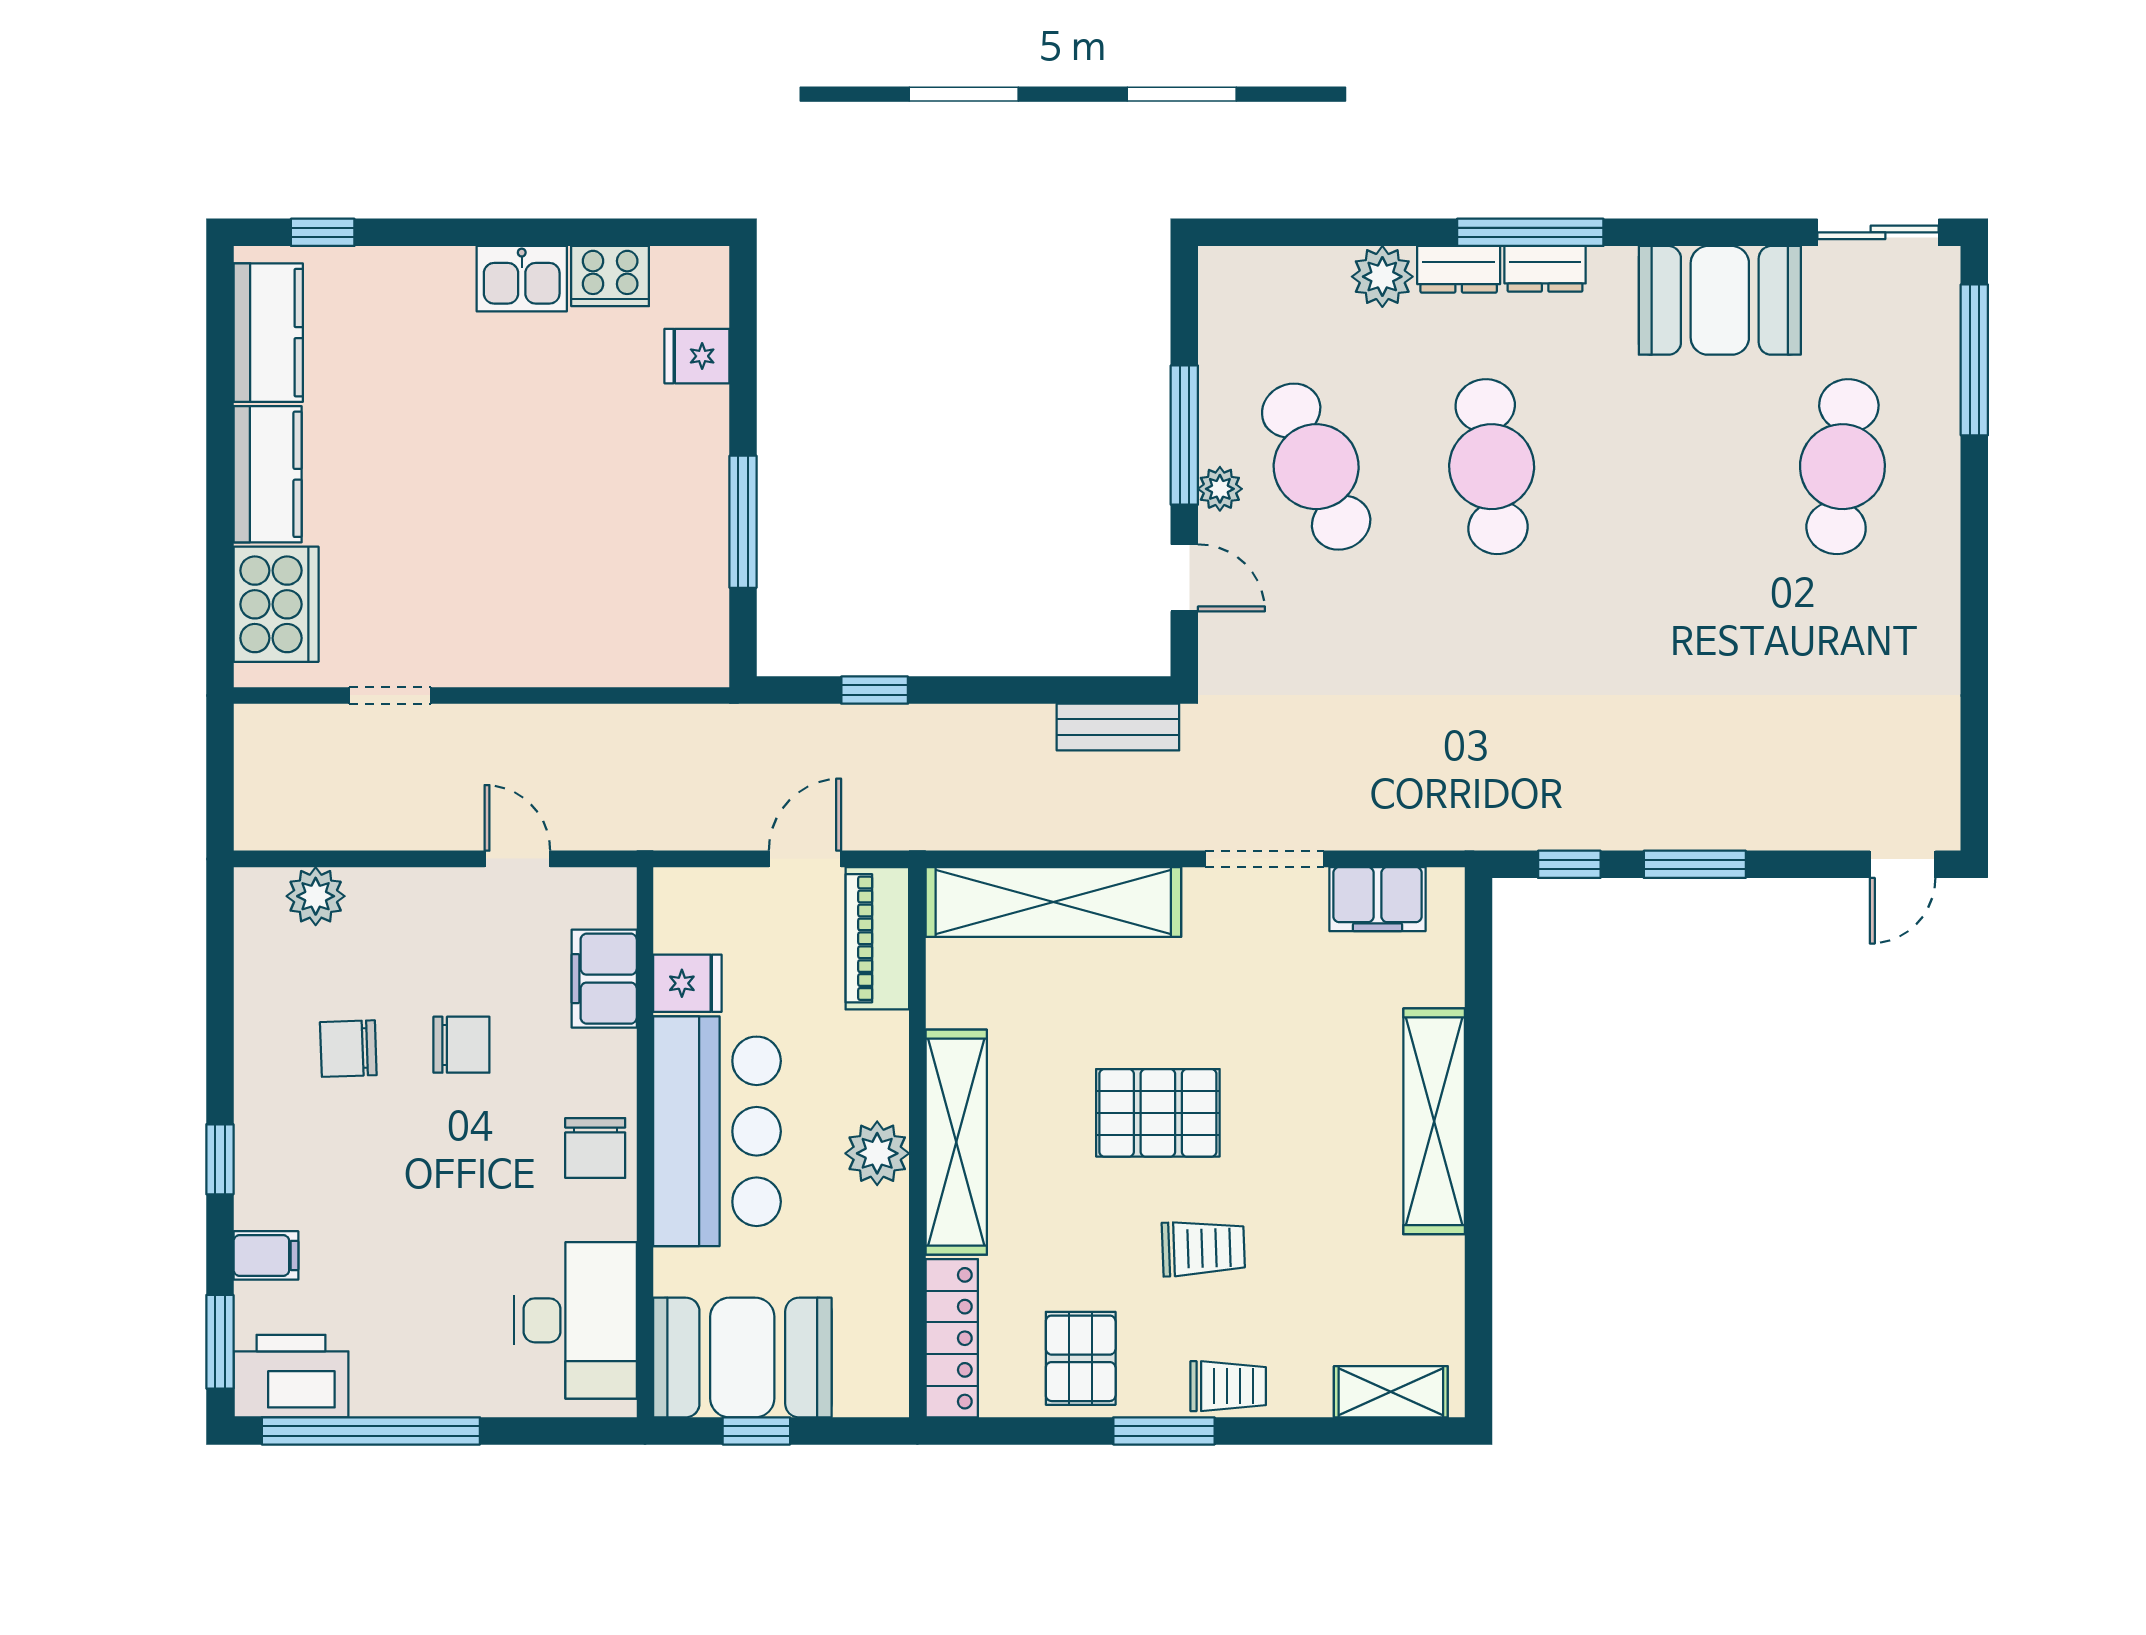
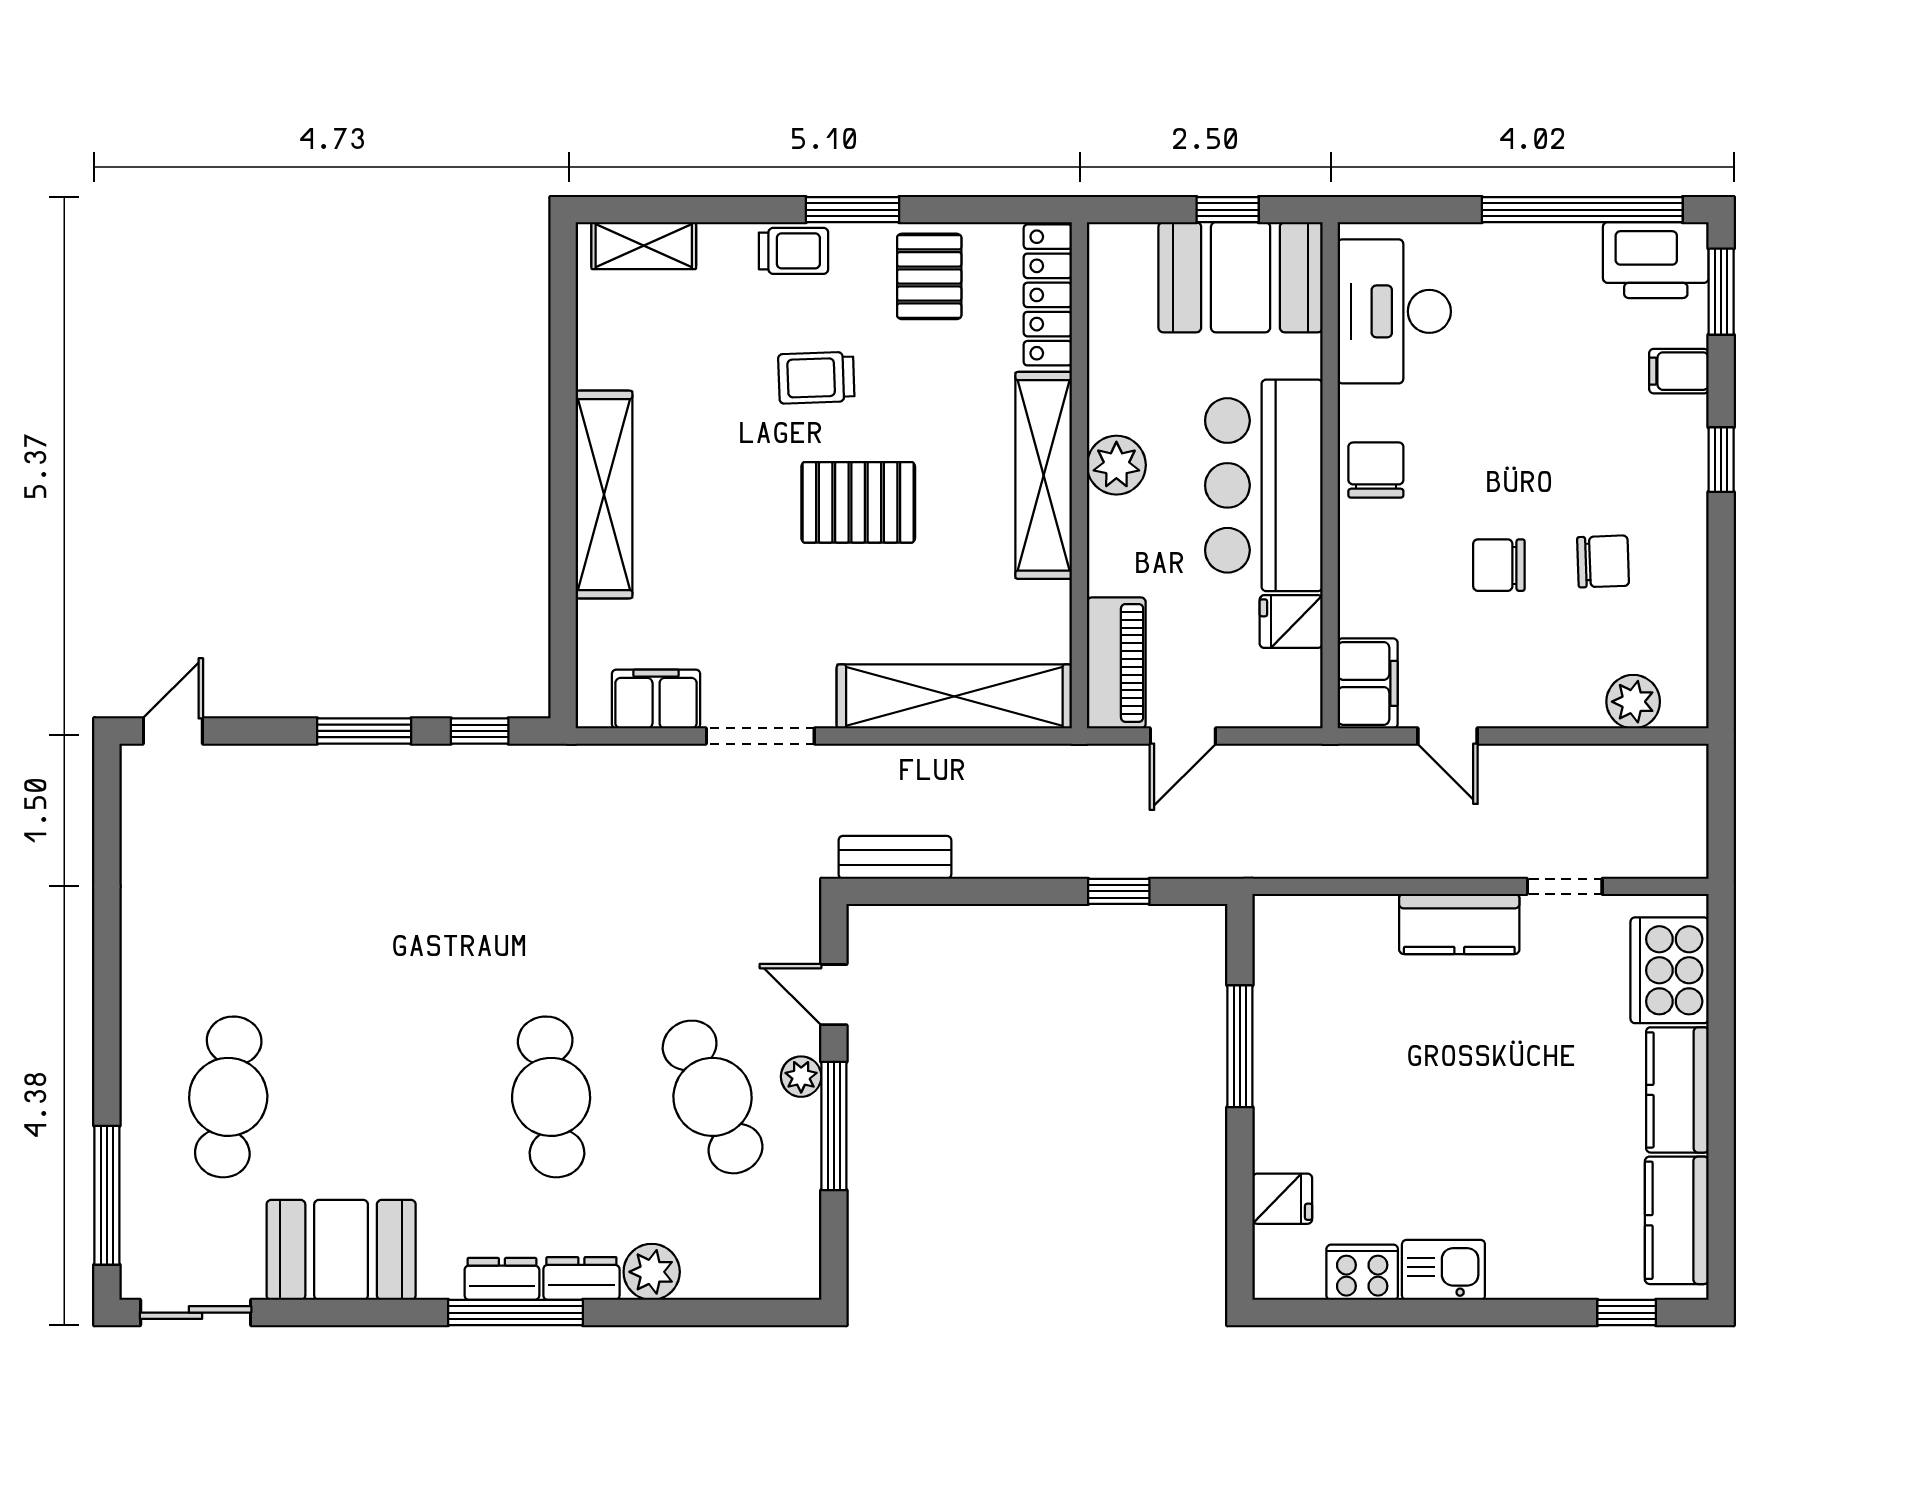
kitchen counter: (505, 655) -> (1459, 924), added
filing cabinet: (604, 979) -> (1368, 683), moved
trolley: (1228, 1386) -> (793, 251), turned 180

